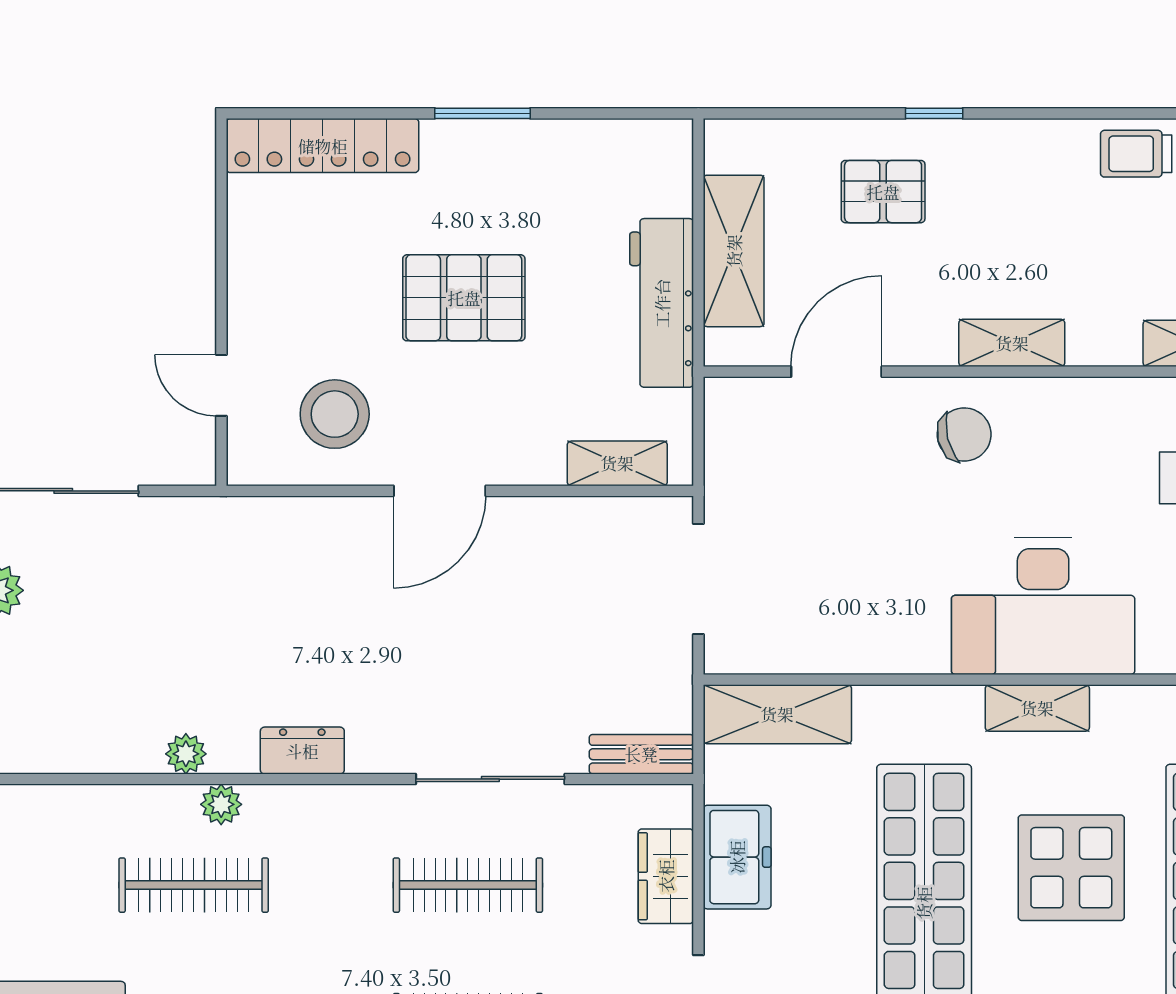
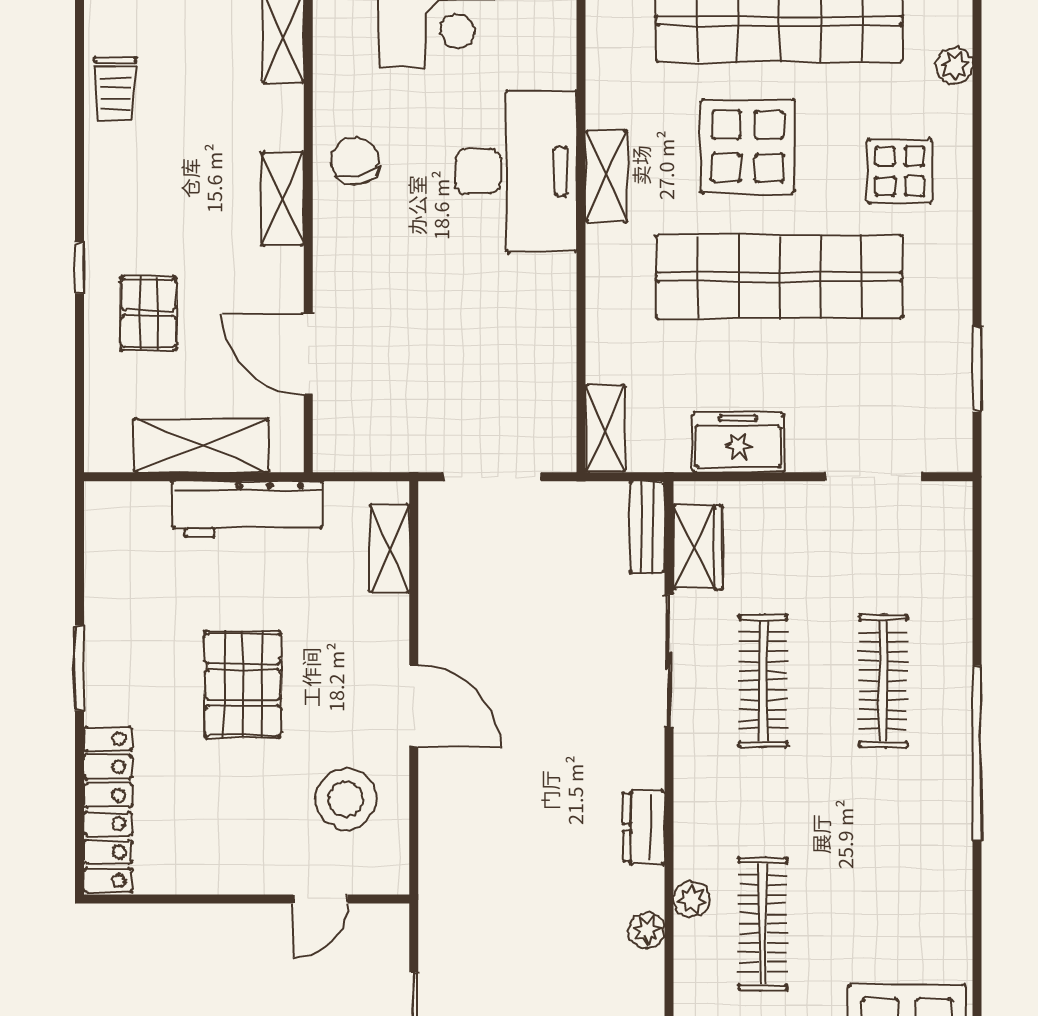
chair: (964, 434) -> (355, 161), moved
shelving: (777, 714) -> (605, 429), width x0.67, depth x0.75
wardrobe: (666, 876) -> (698, 547), moved, turned -90

